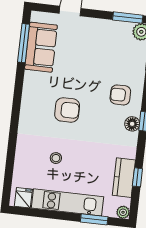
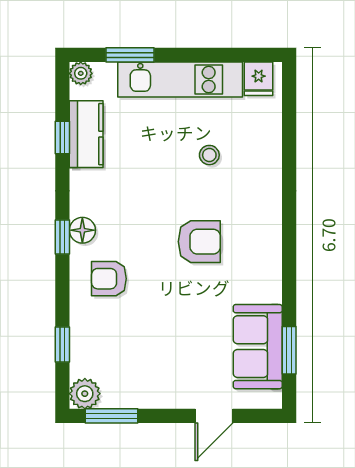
window: (24, 43) -> (289, 350), width x0.69
armchair: (120, 95) -> (109, 279), turned 180
armchair: (67, 110) -> (199, 242), turned 180

